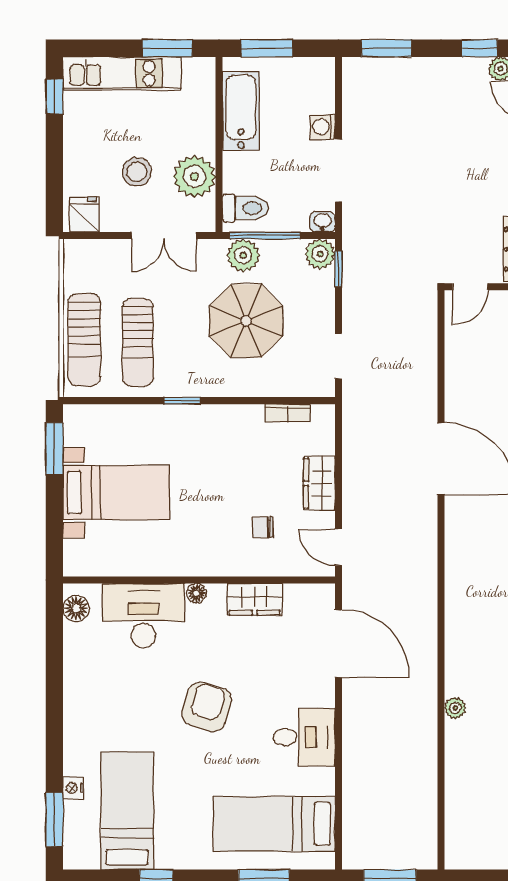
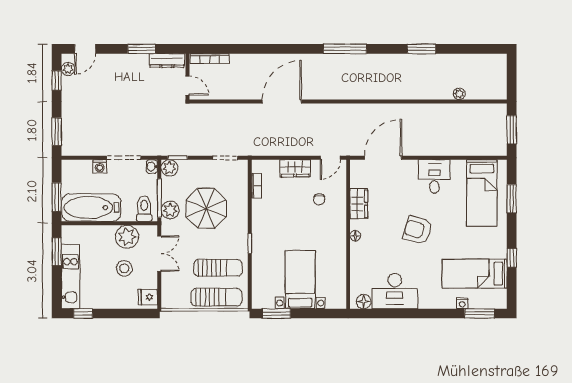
bathtub: (241, 111) -> (91, 208), width x1.36, depth x1.36
desk: (143, 616) -> (395, 291), moved, turned -90
plant: (455, 708) -> (459, 94), moved

